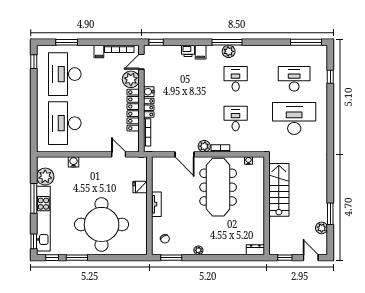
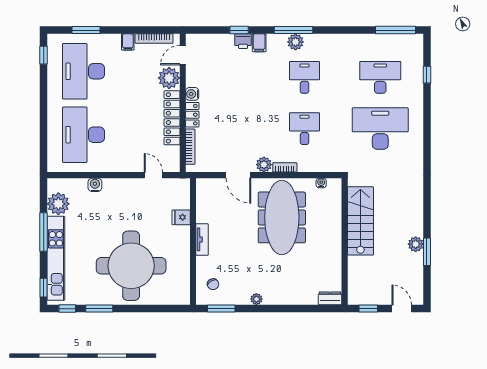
window: (156, 42) -> (239, 30), moved
plant: (322, 228) -> (416, 244), moved

